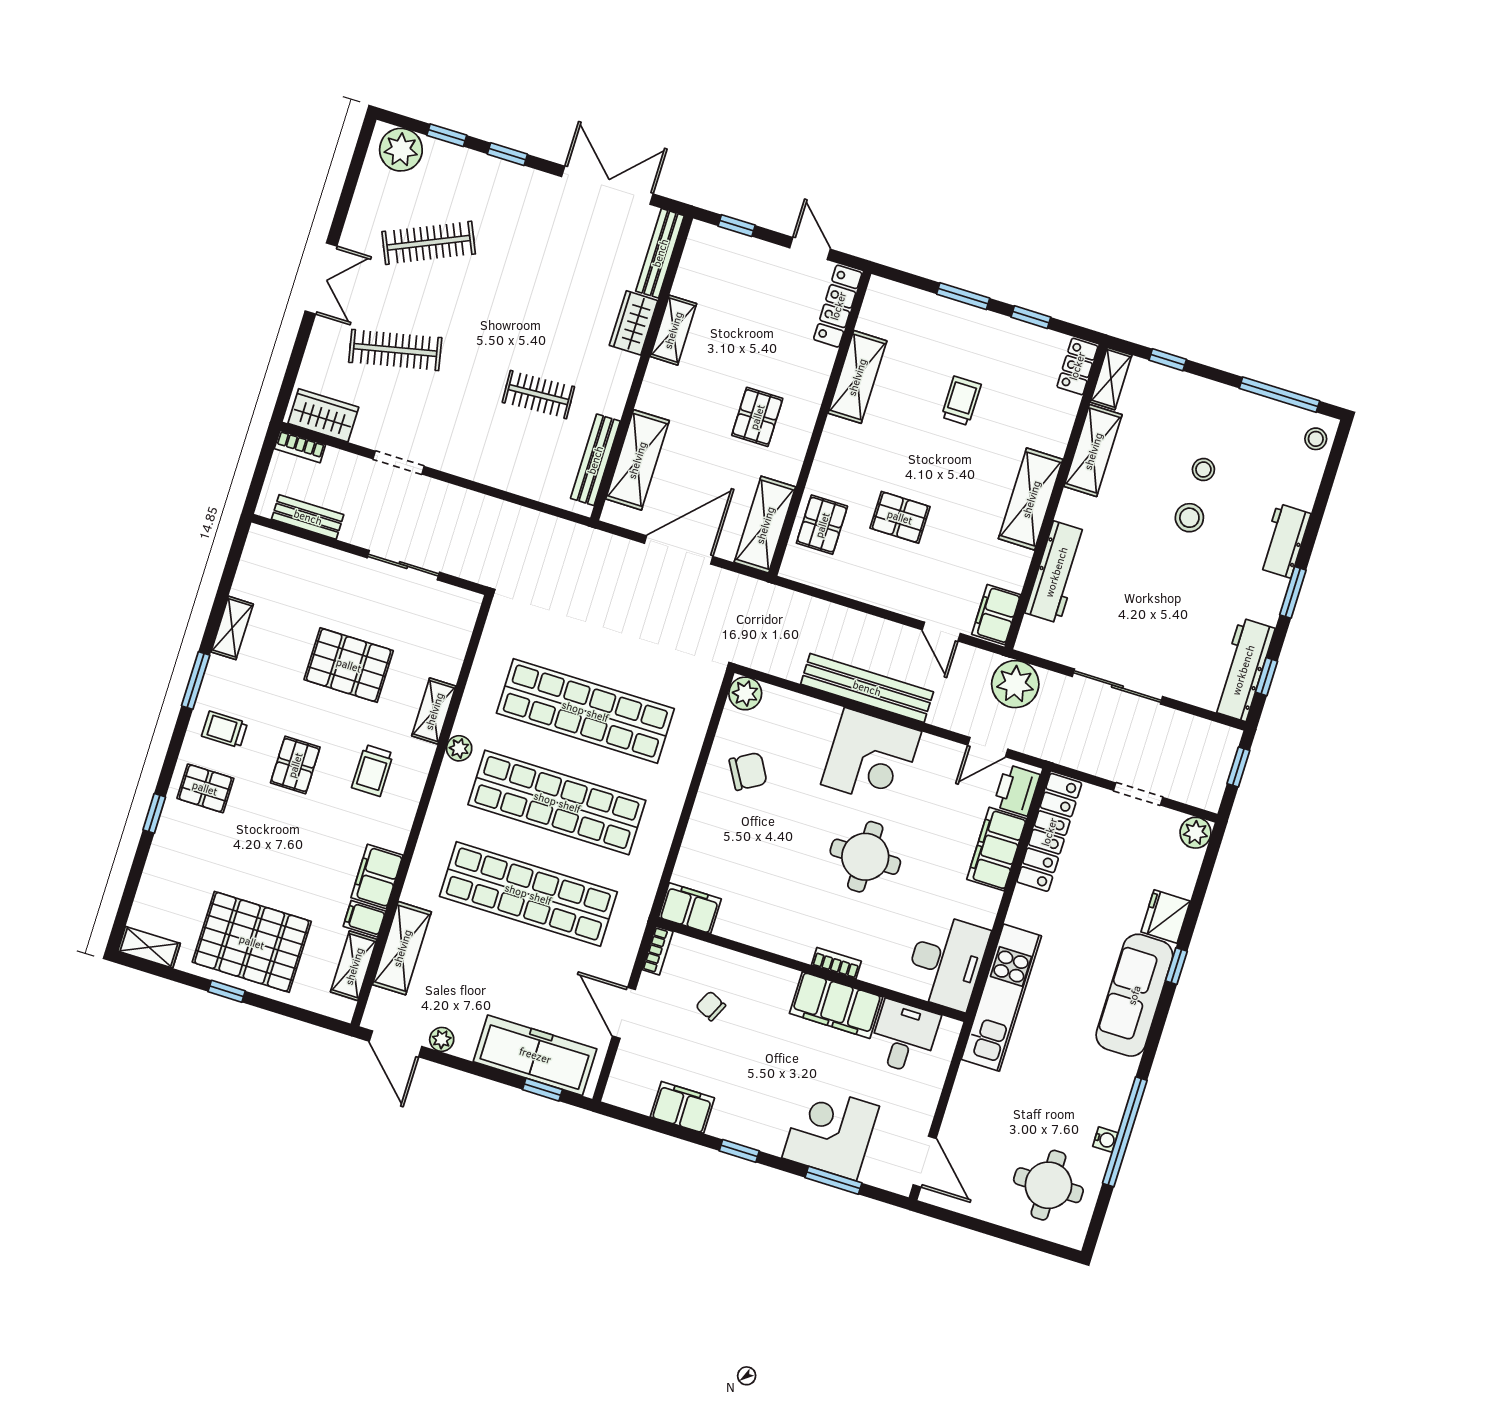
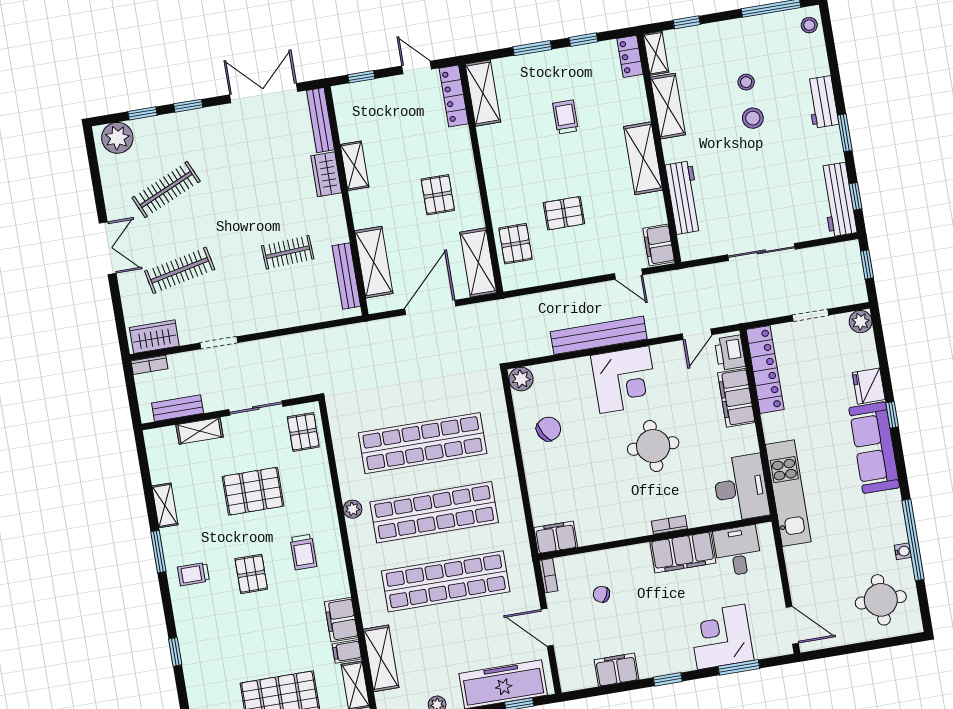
shelving: (857, 377) -> (483, 93), moved
plant: (1015, 684) -> (694, 284), removed
shelving: (434, 711) -> (200, 431), moved, turned 90
pallet: (205, 788) -> (303, 432), moved, turned 90

